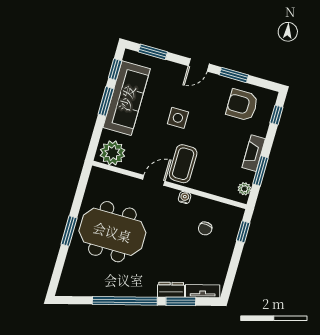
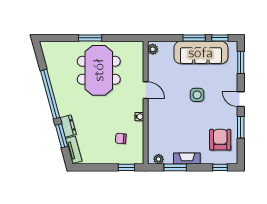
plant: (113, 153) -> (153, 49), width x0.53, depth x0.53
coffee table: (183, 164) -> (164, 108), removed

